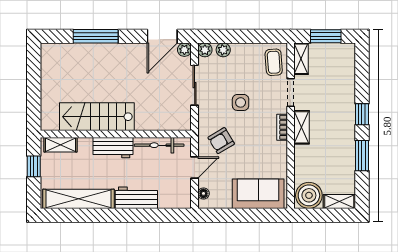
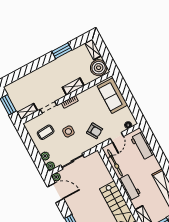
coffee table: (274, 62) -> (46, 132), moved
window: (362, 114) -> (40, 63), removed
shelving: (302, 127) -> (73, 86), moved
door: (195, 168) -> (117, 137), swing flipped
workbench: (136, 198) -> (142, 146), moved

